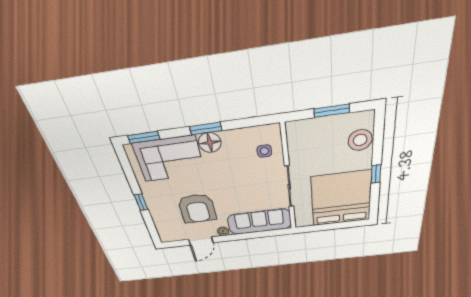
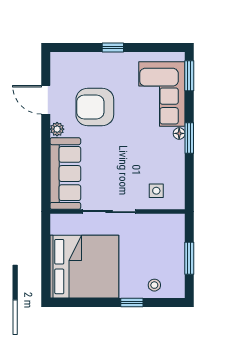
stool: (360, 140) -> (154, 285), width x0.53, depth x0.53
floor lamp: (210, 143) -> (179, 133), width x0.53, depth x0.53
window: (376, 174) -> (132, 302), moved

